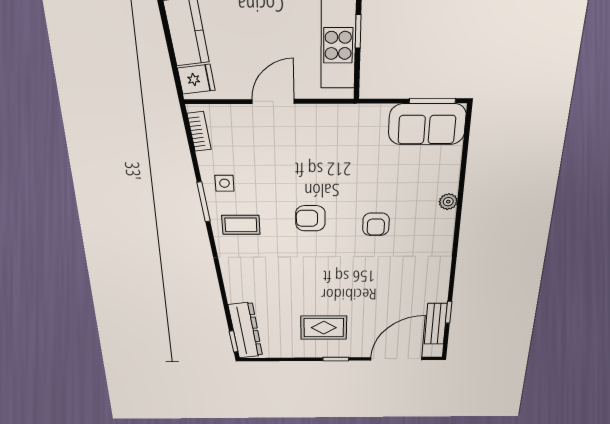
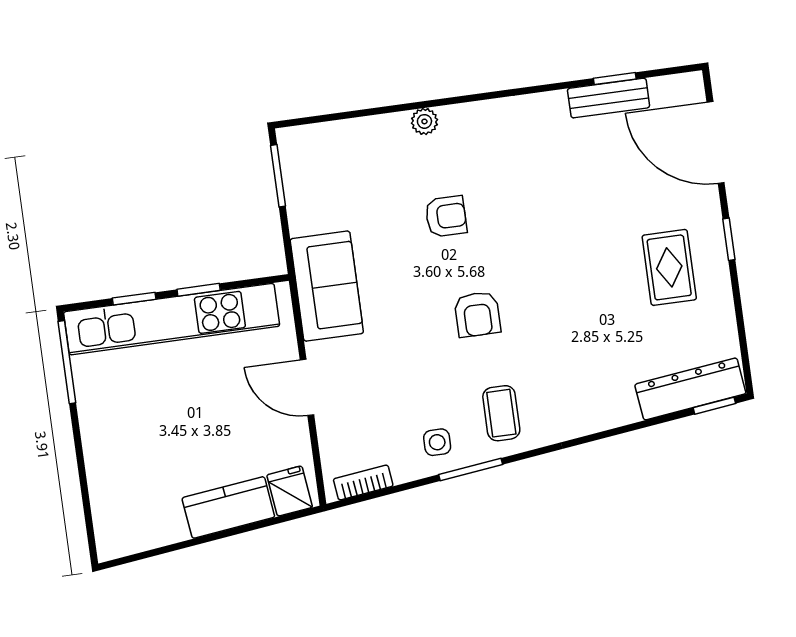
sofa: (427, 124) -> (327, 286), moved
armchair: (376, 224) -> (446, 216), moved
bench: (436, 324) -> (609, 98), moved

